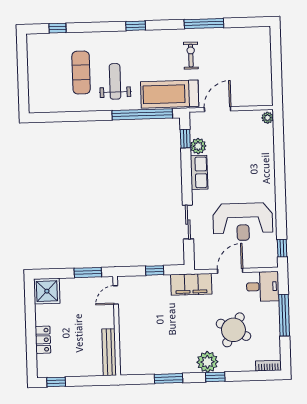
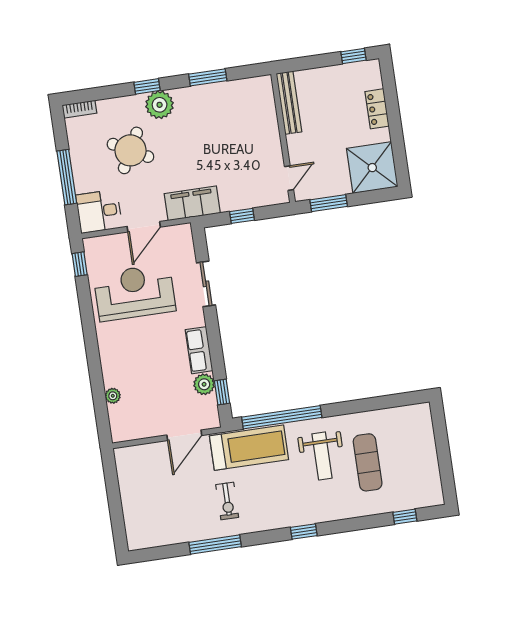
plant: (268, 118) -> (113, 396), moved
shower: (47, 291) -> (372, 168), width x1.37, depth x1.37

